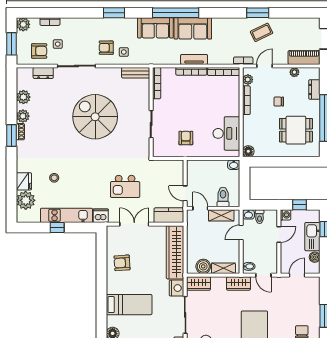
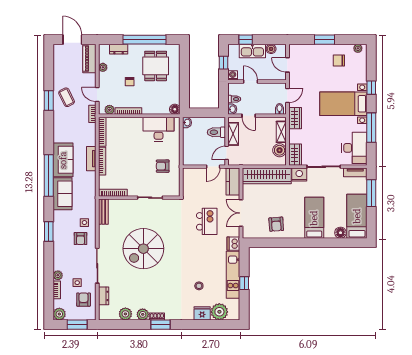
plant: (66, 23) -> (58, 275), added

